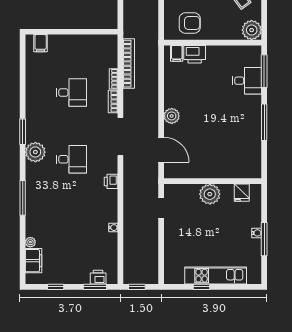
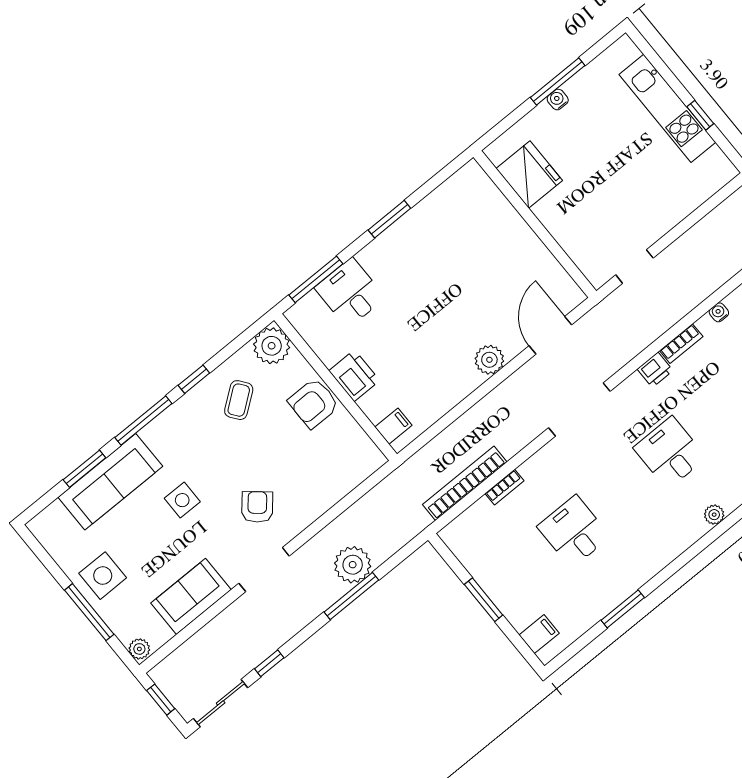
armchair: (190, 23) -> (314, 403), moved, turned -90
window: (74, 32) -> (484, 600), added
printer: (195, 54) -> (354, 376), moved
bookcase: (113, 102) -> (681, 344), moved
window: (264, 122) -> (389, 219), width x0.69
window: (23, 132) -> (623, 609), moved
plant: (35, 152) -> (714, 515), width x0.53, depth x0.53
fridge: (242, 193) -> (529, 175), width x1.88, depth x1.34
plant: (210, 194) -> (557, 213), removed

